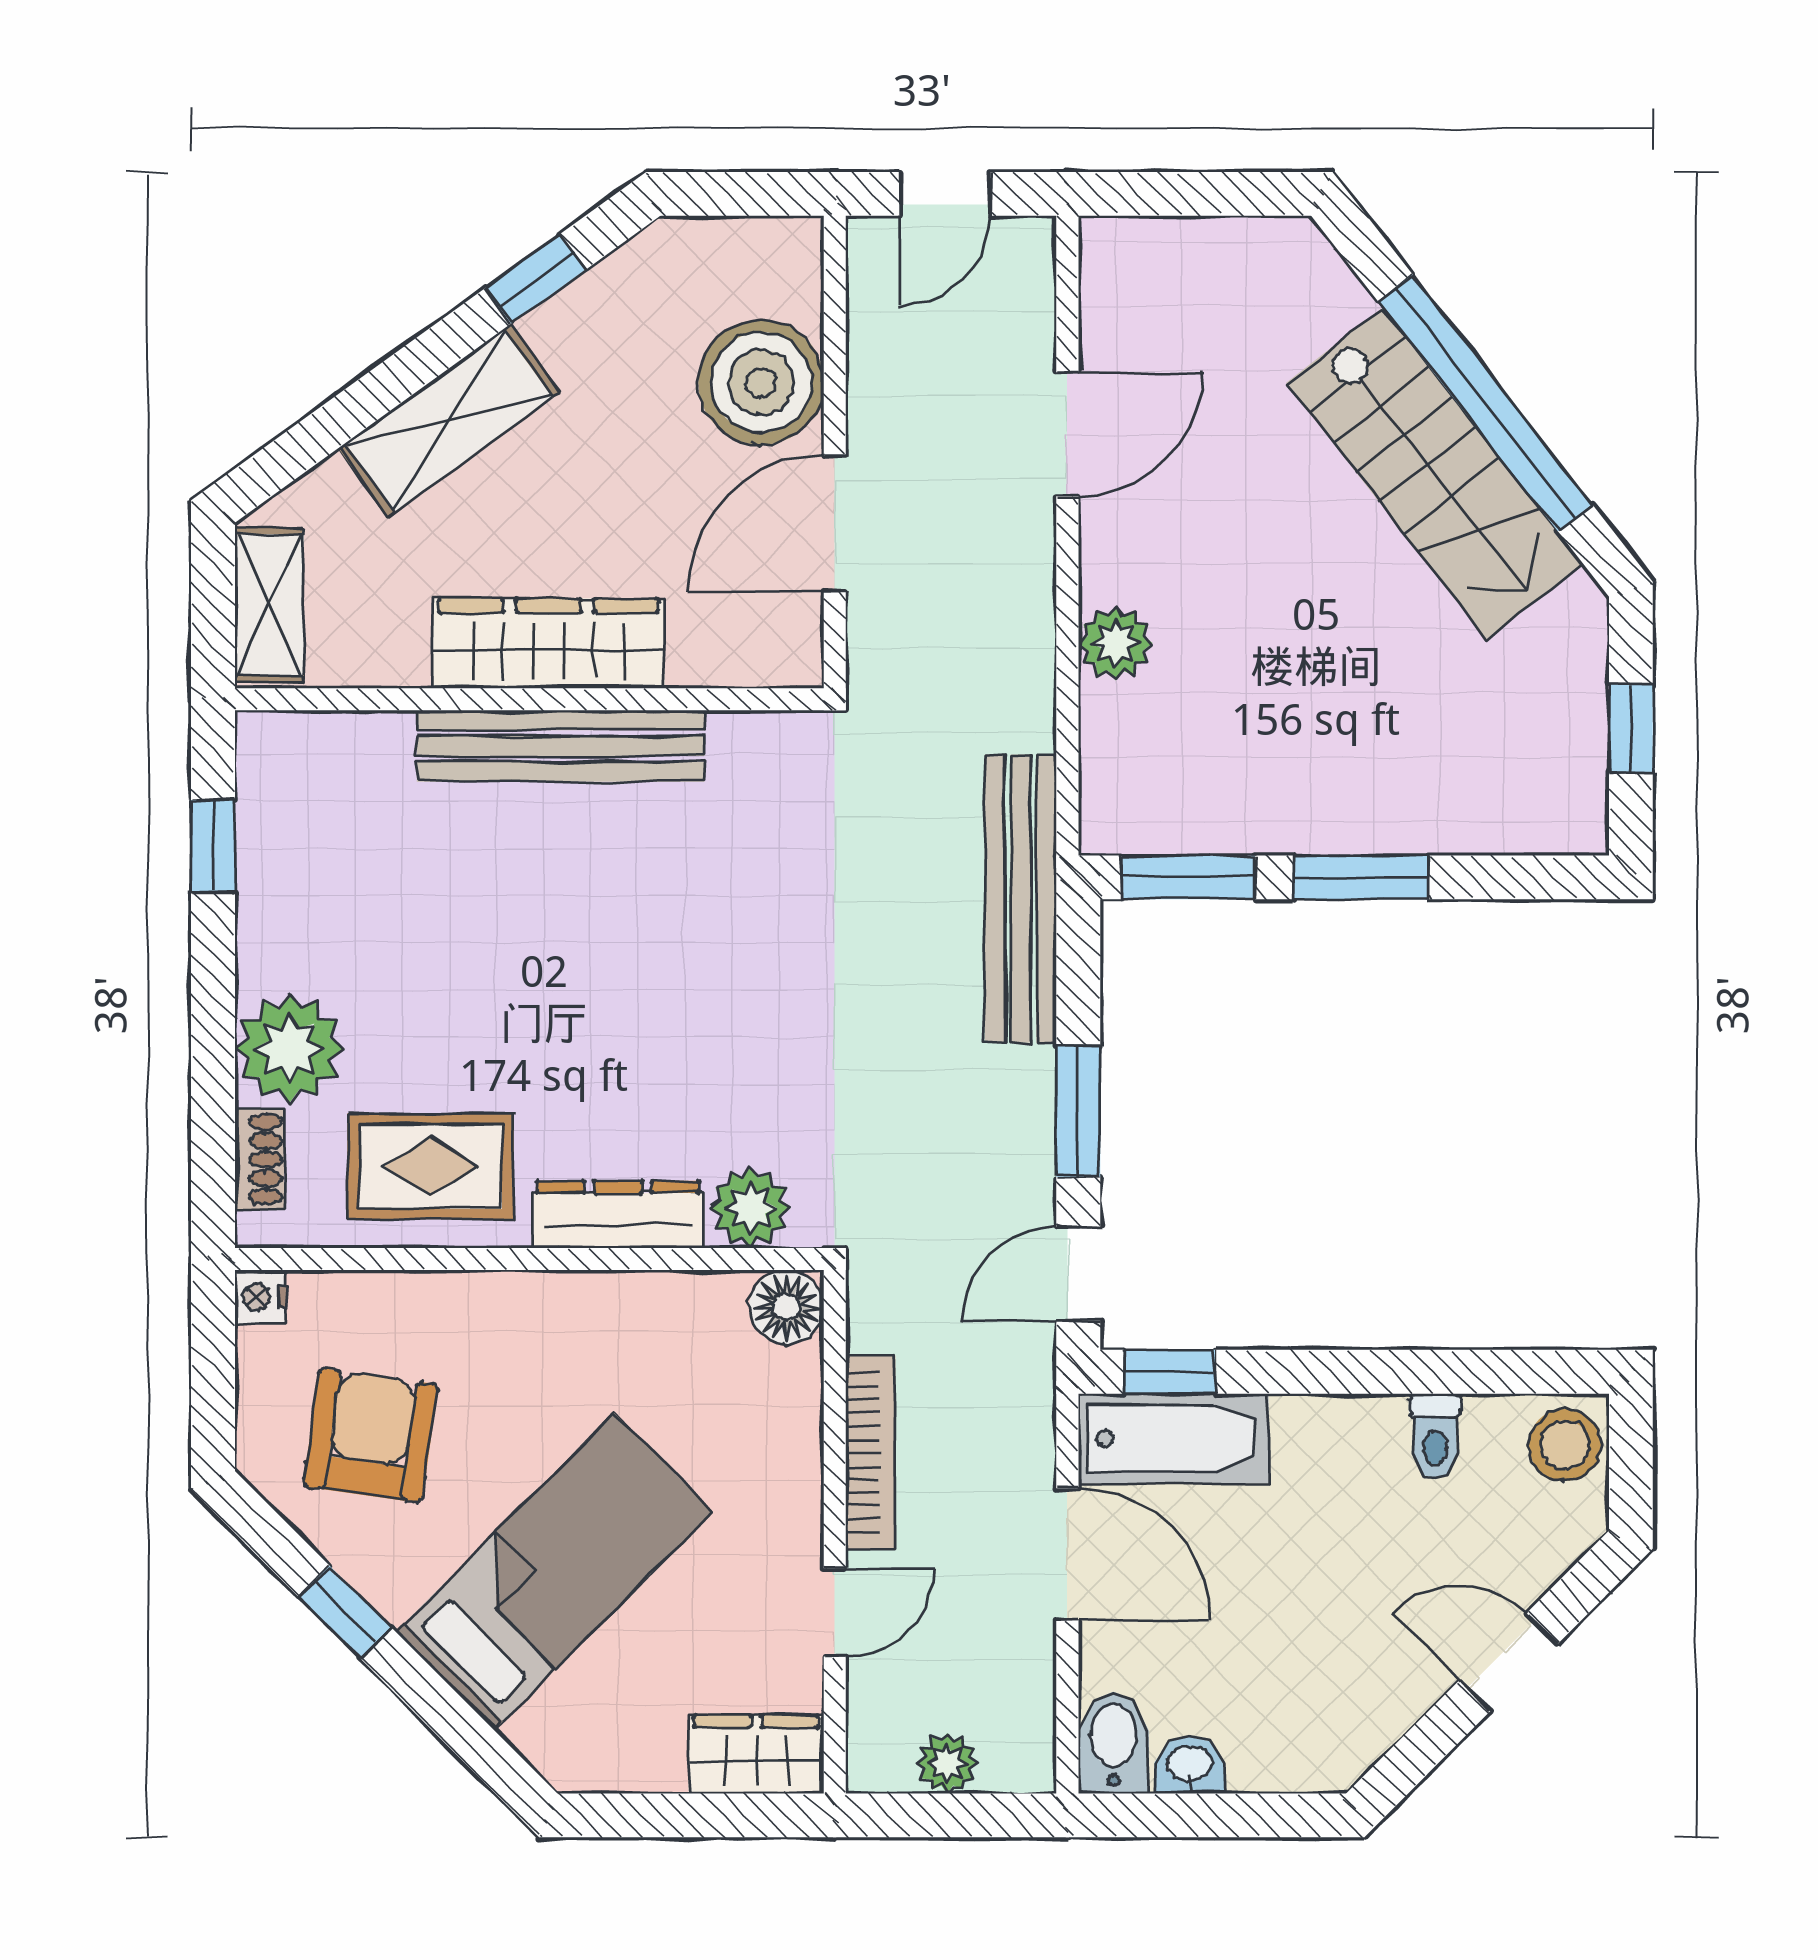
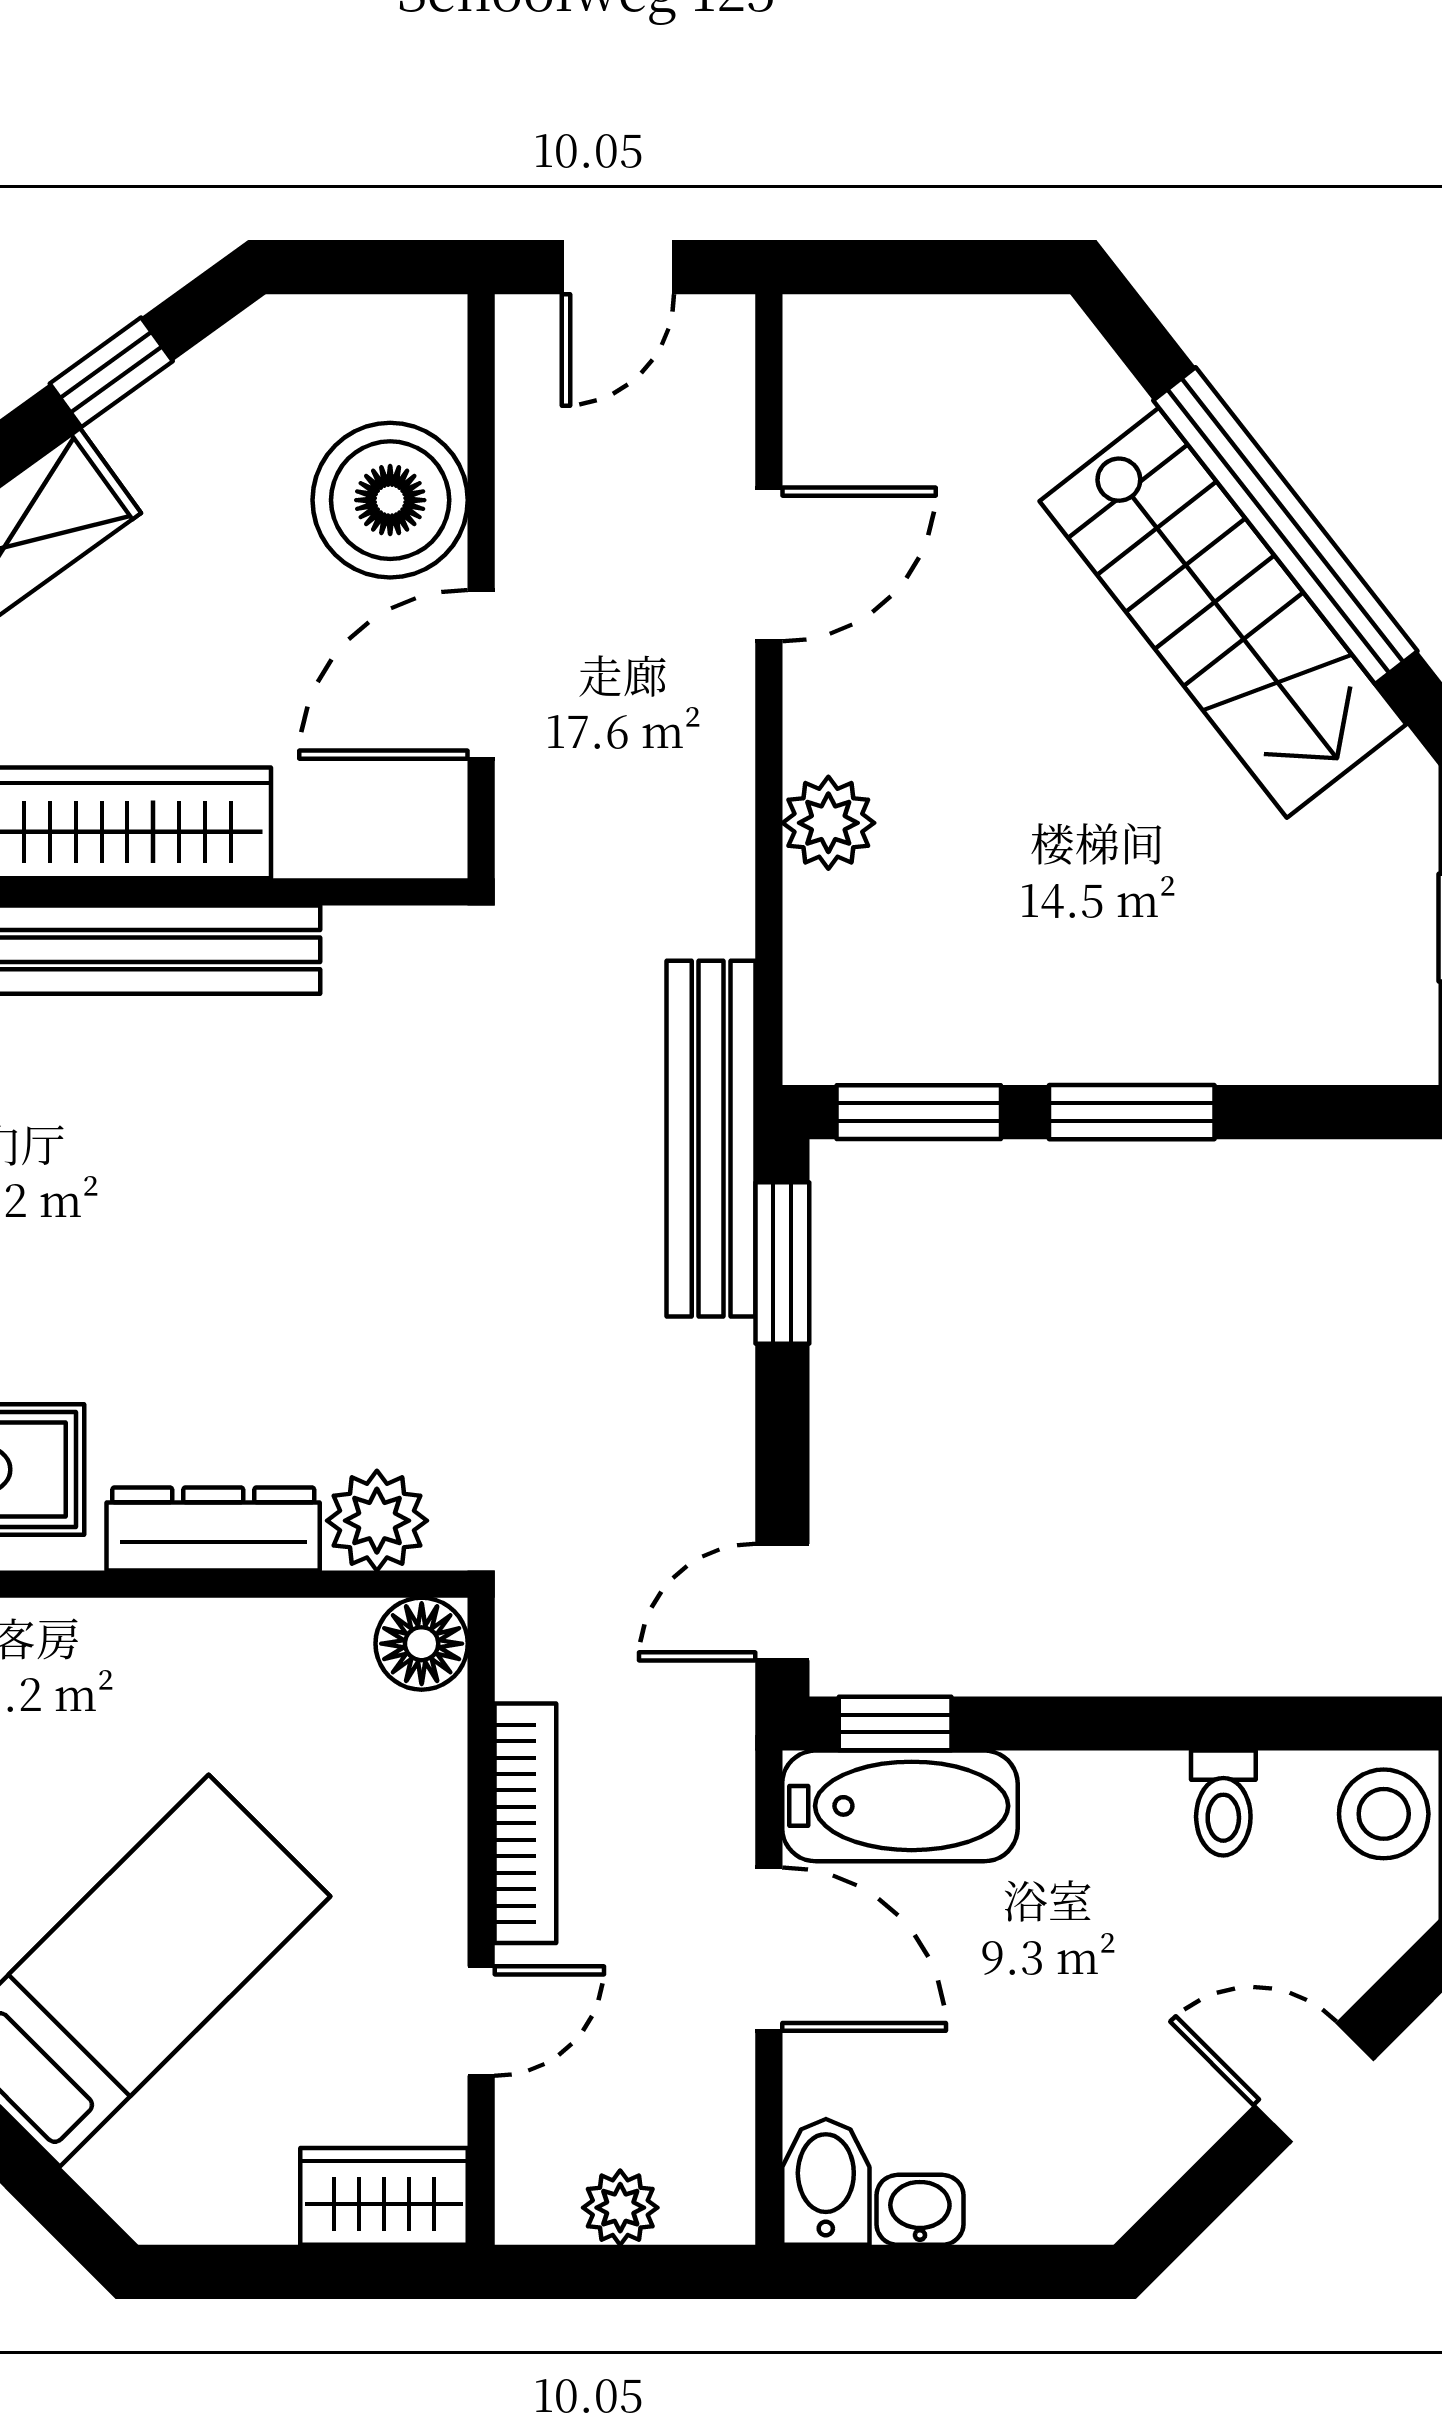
window: (1078, 1111) -> (782, 1263), moved

